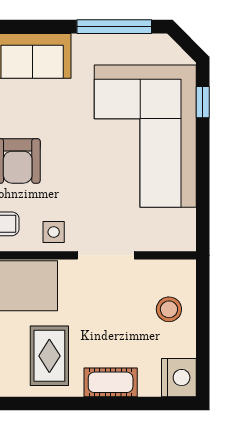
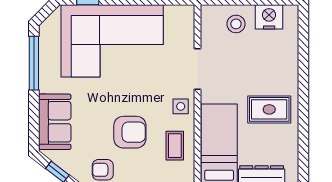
nightstand: (179, 378) -> (269, 17), moved
cot: (111, 382) -> (288, 66), removed

